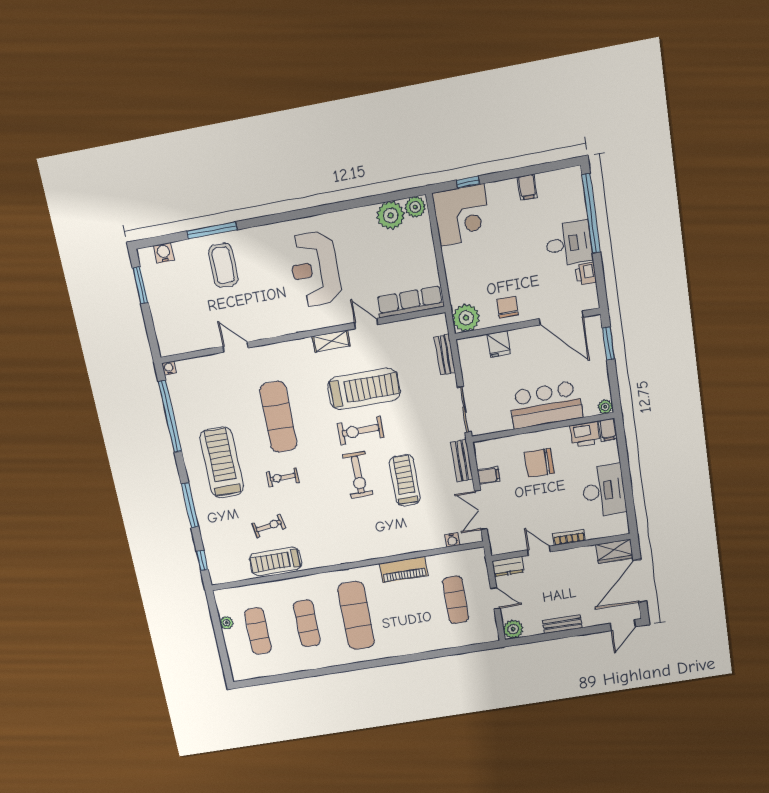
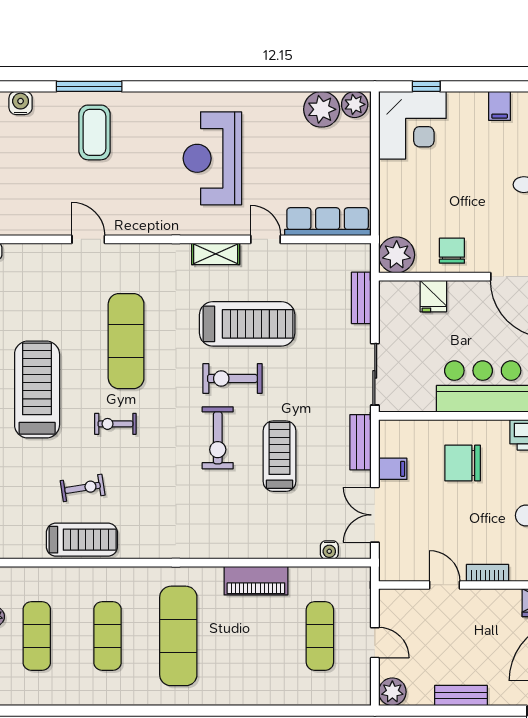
treadmill: (276, 561) -> (82, 540), turned 180
dresser: (508, 567) -> (399, 600), removed

